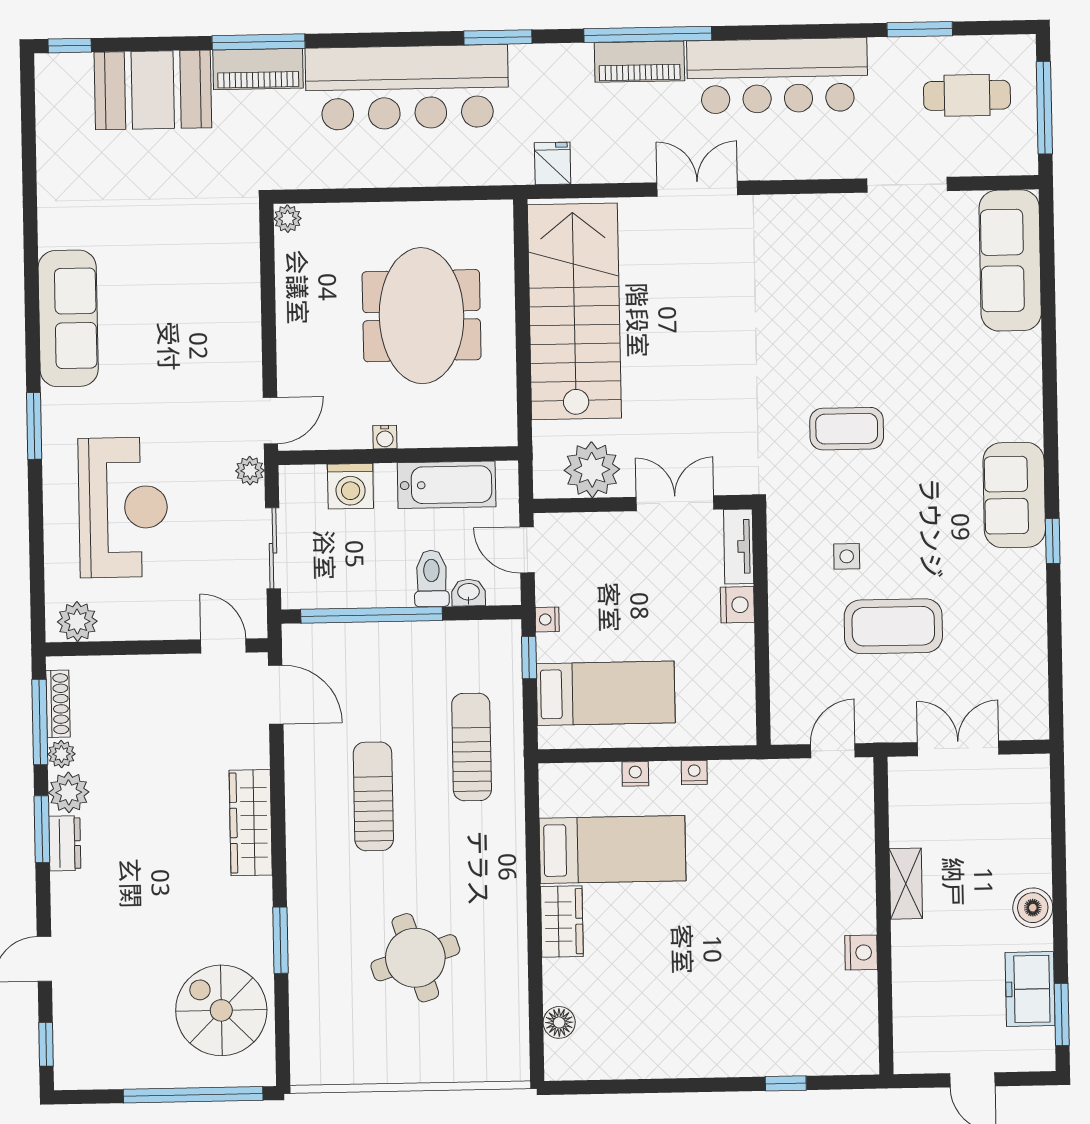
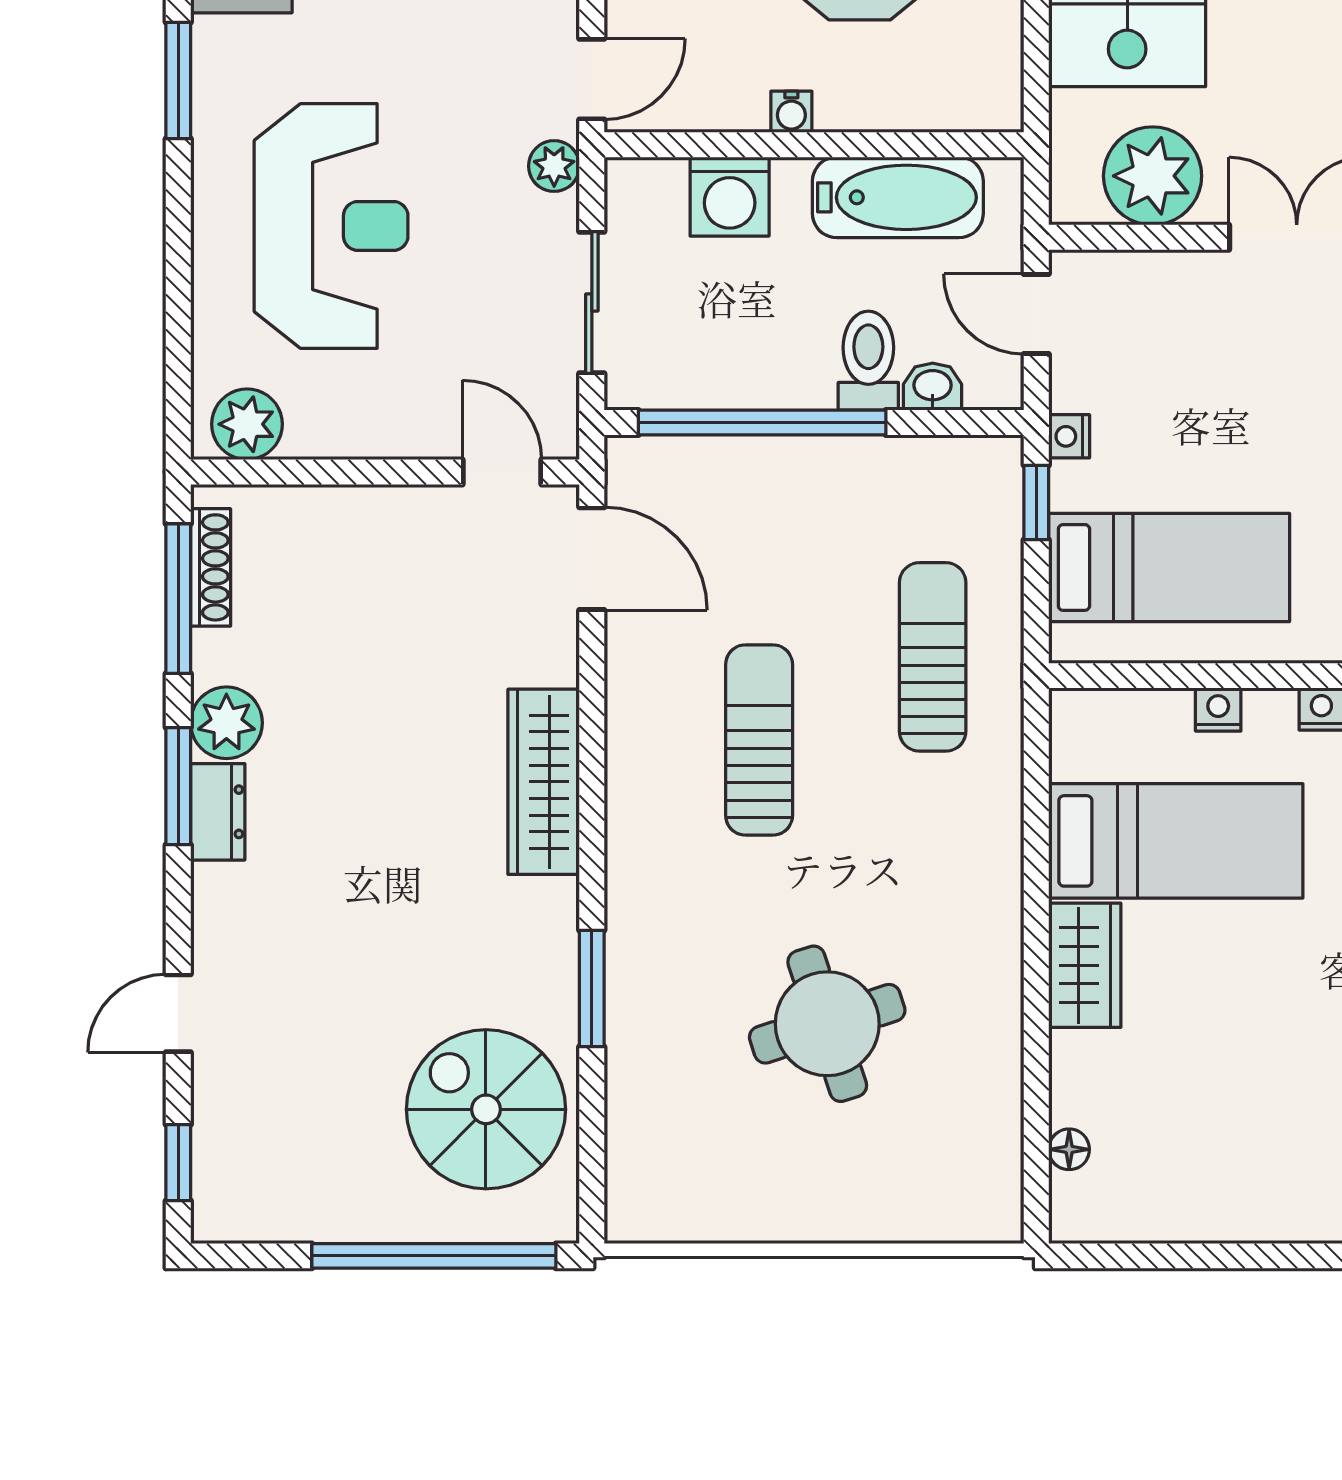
plant: (61, 754) -> (215, 655), removed
floor lamp: (559, 1022) -> (1069, 1149), width x0.73, depth x0.73

